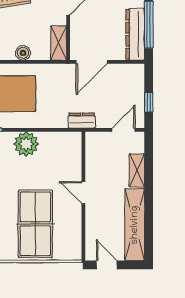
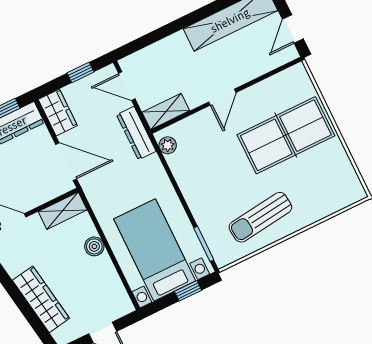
wardrobe: (129, 73) -> (58, 112), added
dresser: (82, 120) -> (136, 133), width x1.44
plant: (26, 144) -> (168, 145), moved, width x0.53, depth x0.53
shelving: (137, 170) -> (166, 111), moved

